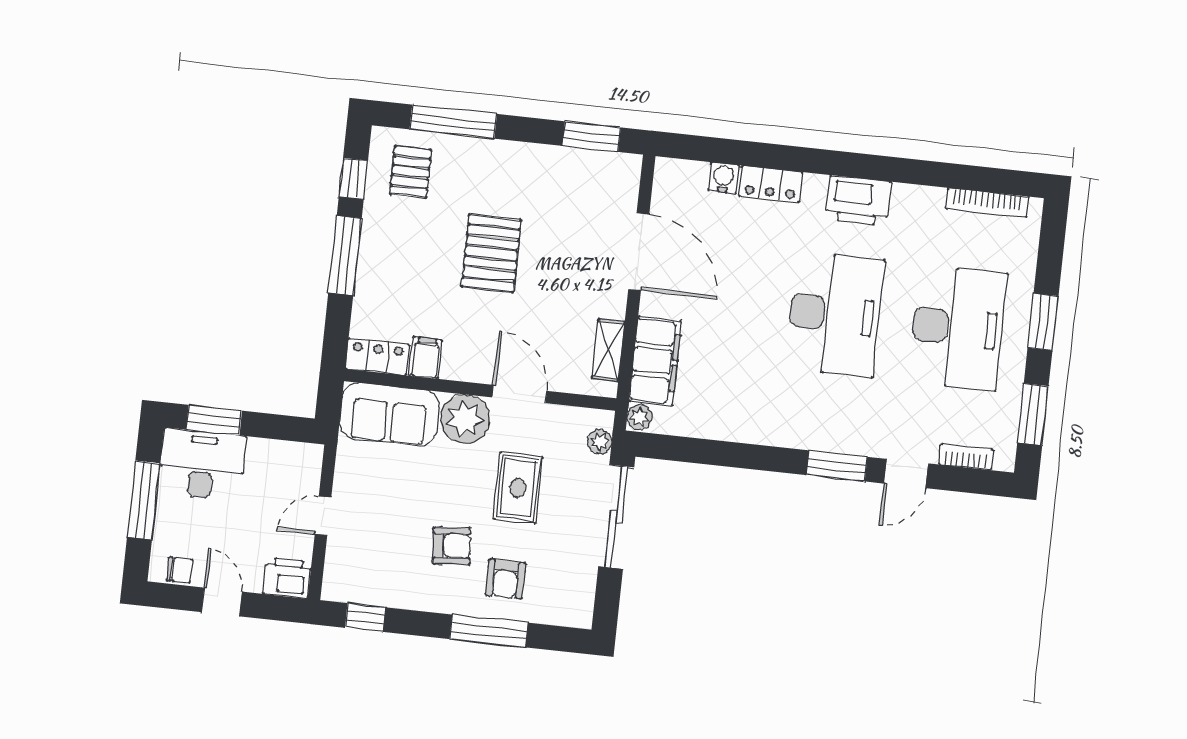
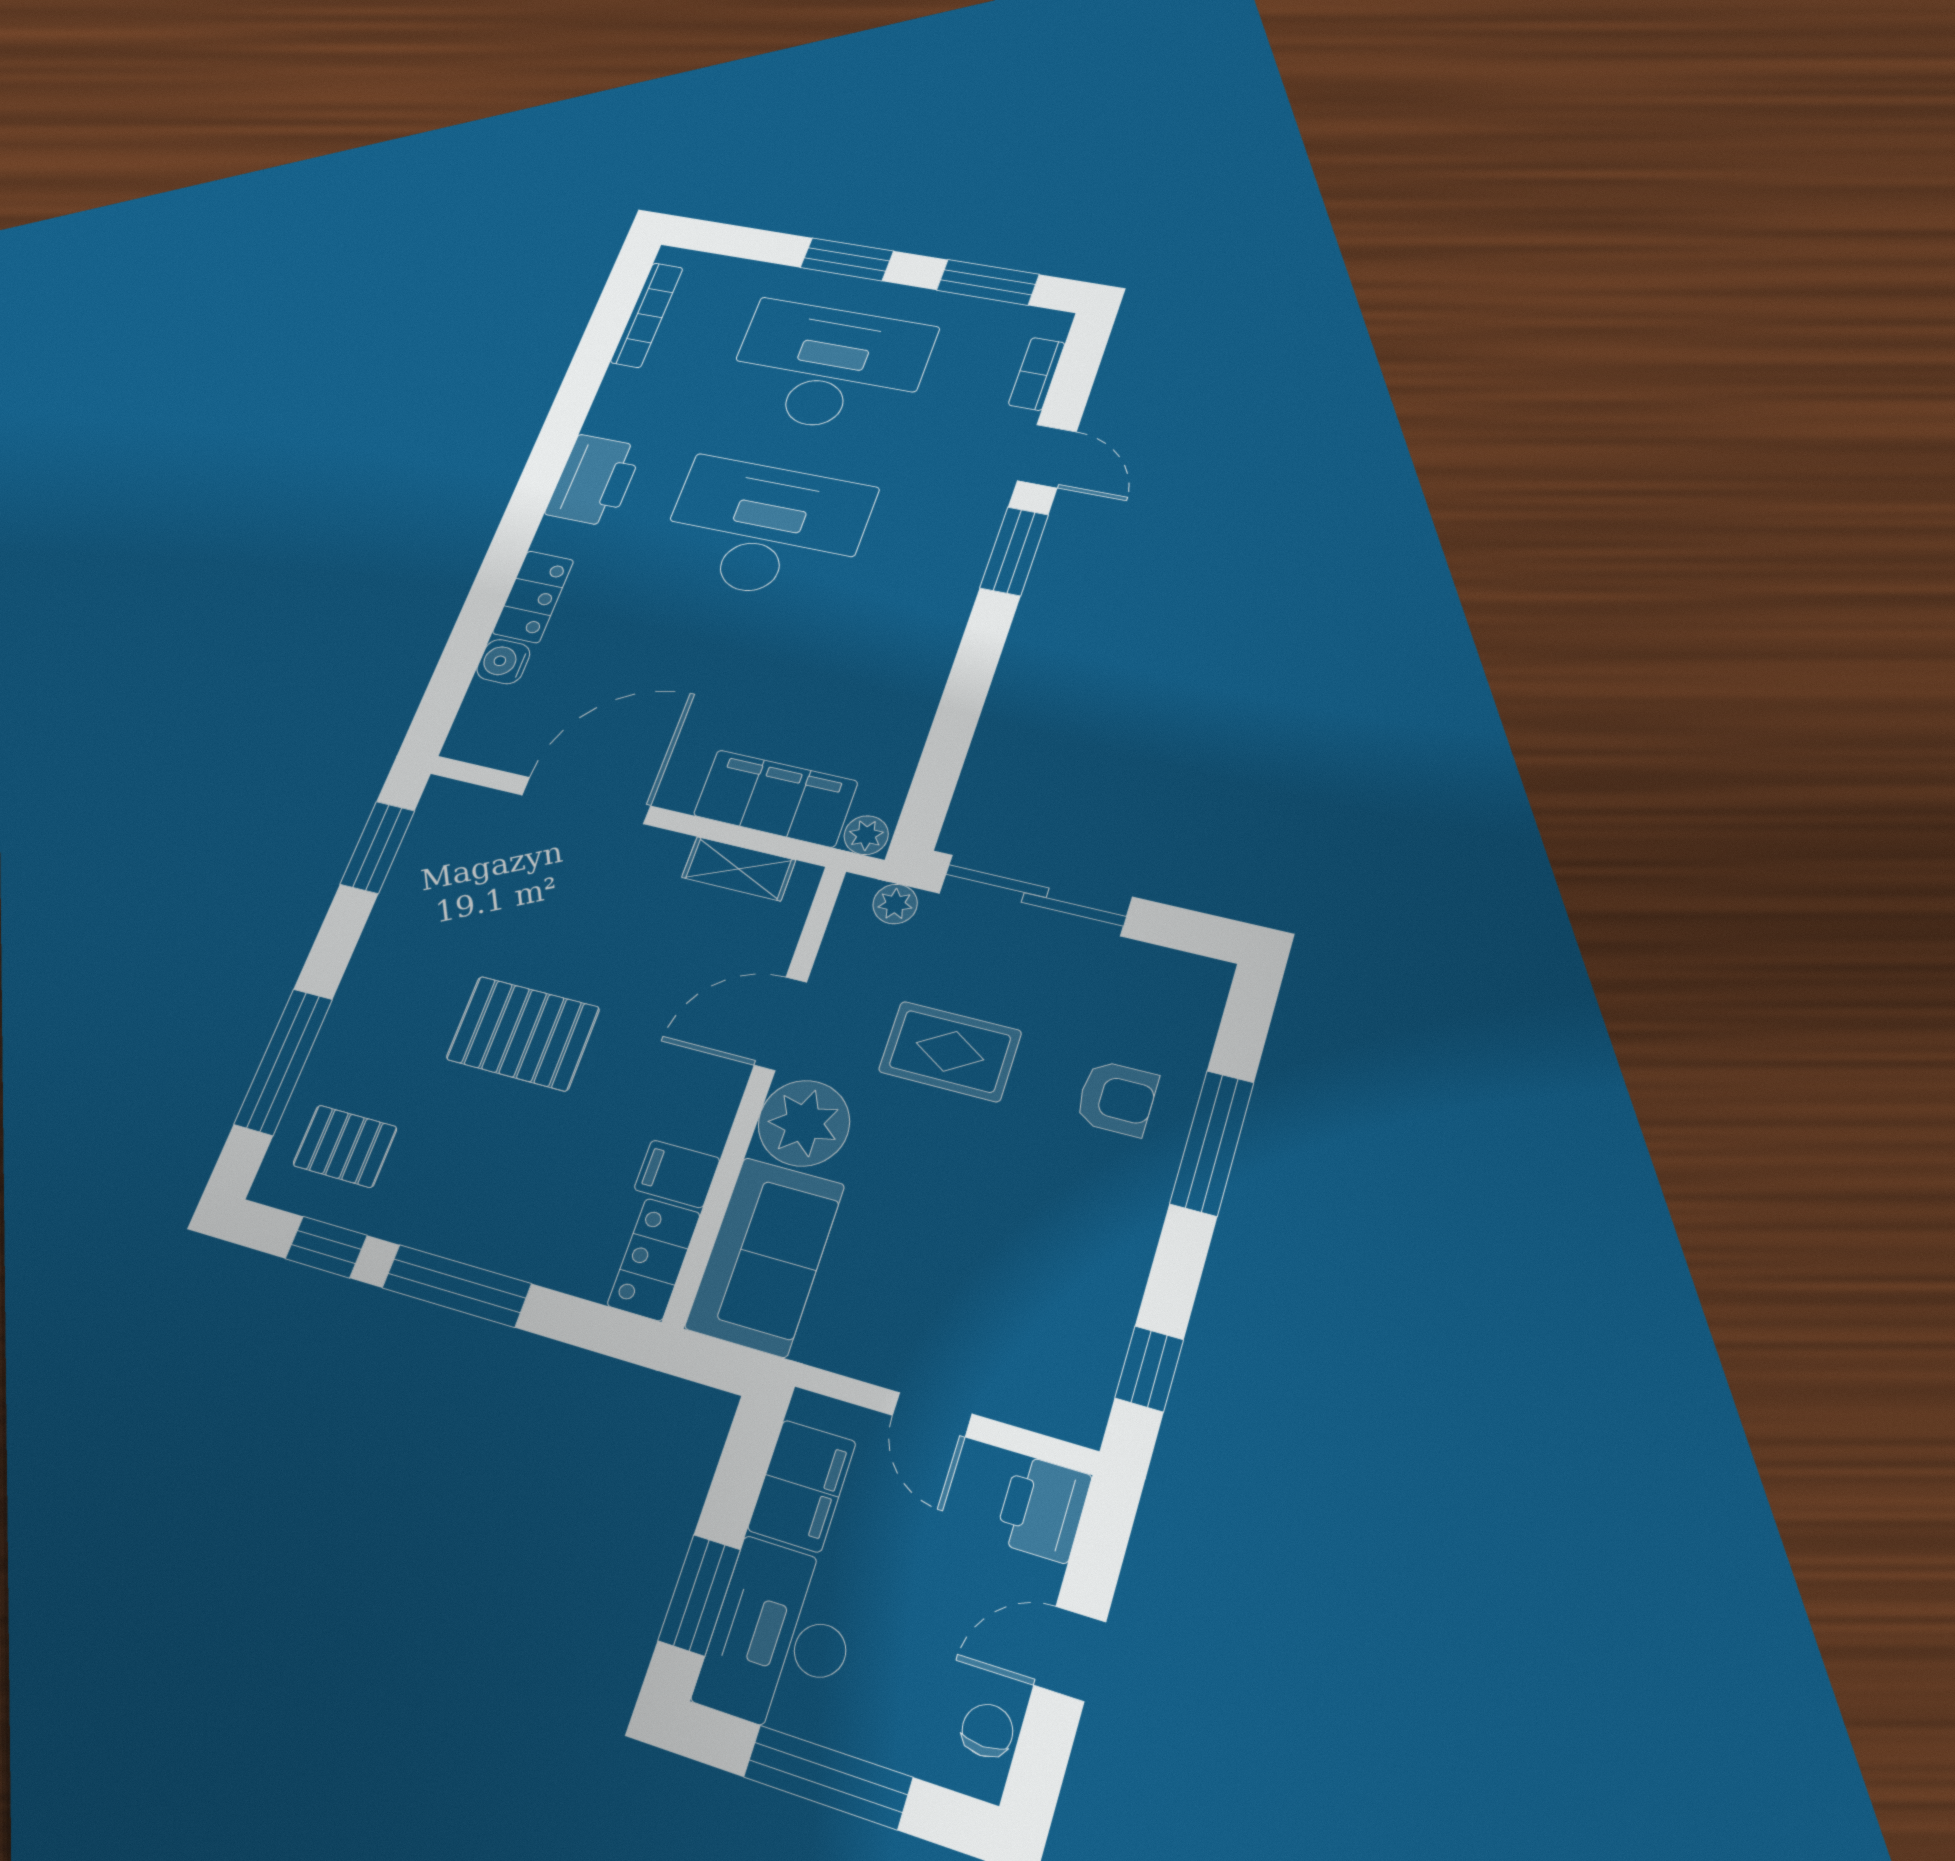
filing cabinet: (276, 459) -> (802, 1486), added
armchair: (452, 546) -> (1036, 1184), removed

